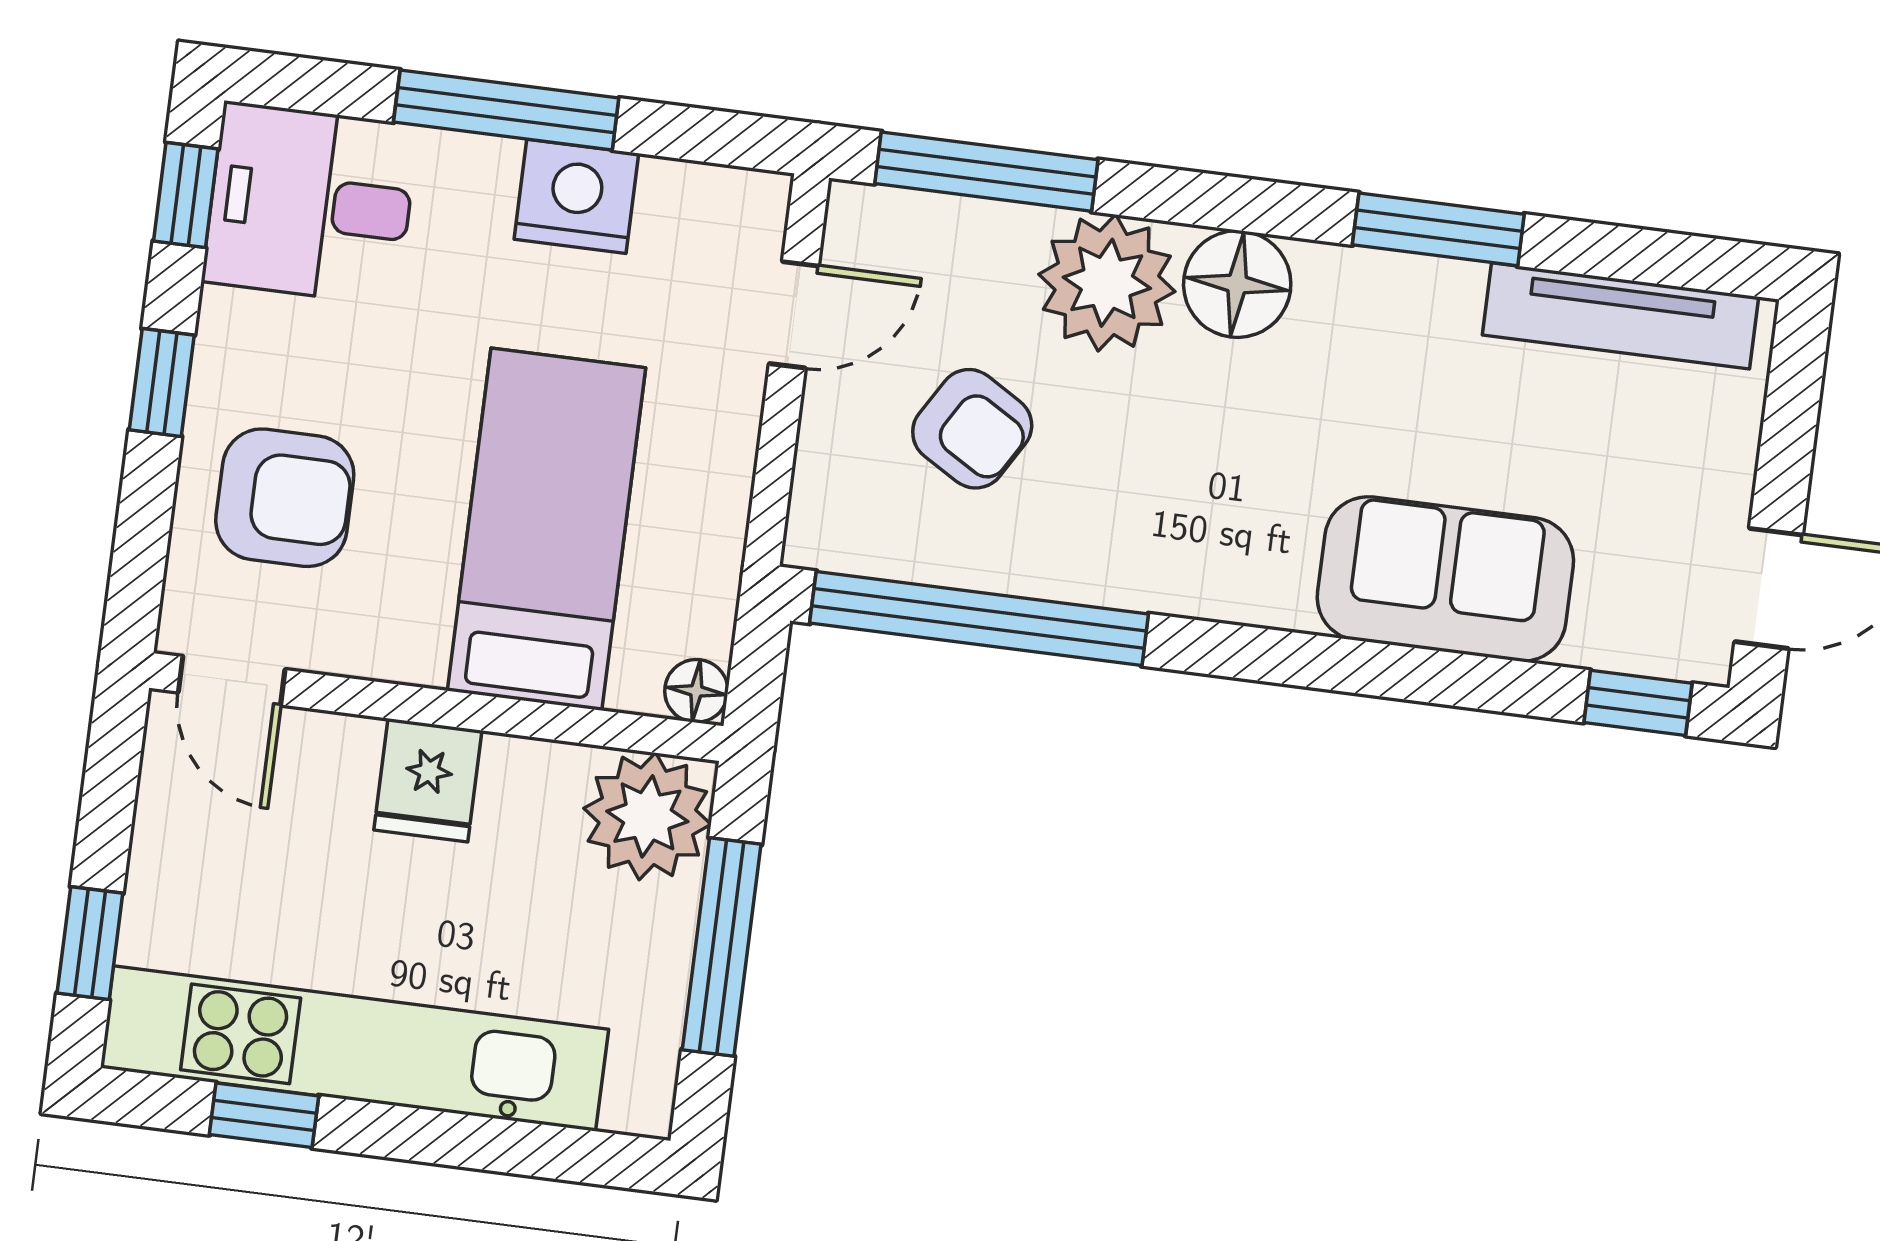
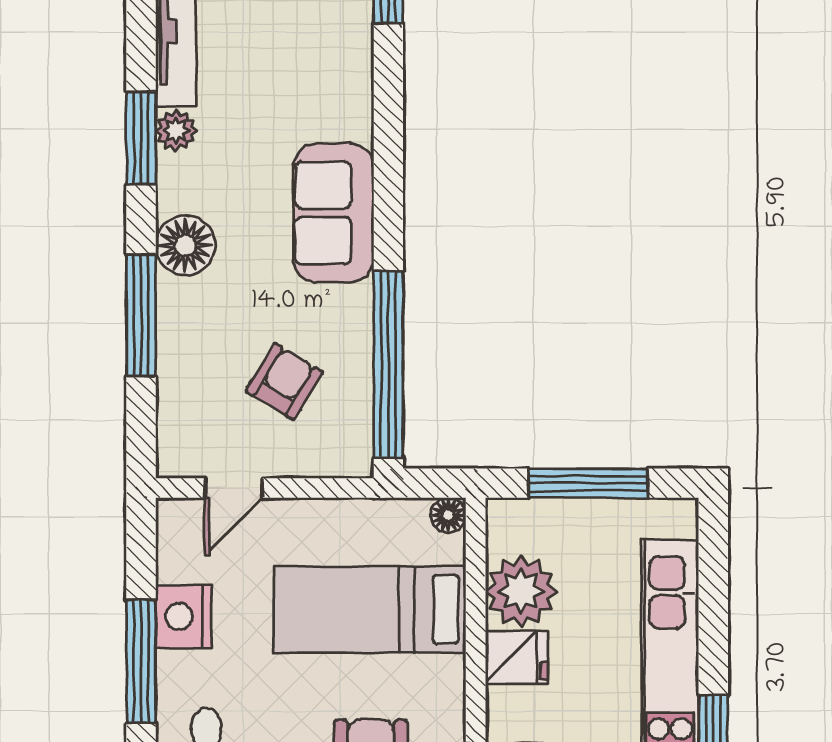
window: (986, 172) -> (141, 316), moved
plant: (1107, 283) -> (176, 131), moved, width x0.53, depth x0.53
door: (794, 315) -> (234, 488), swing flipped
sofa: (1445, 579) -> (334, 213), moved
plant: (647, 816) -> (521, 591), moved

